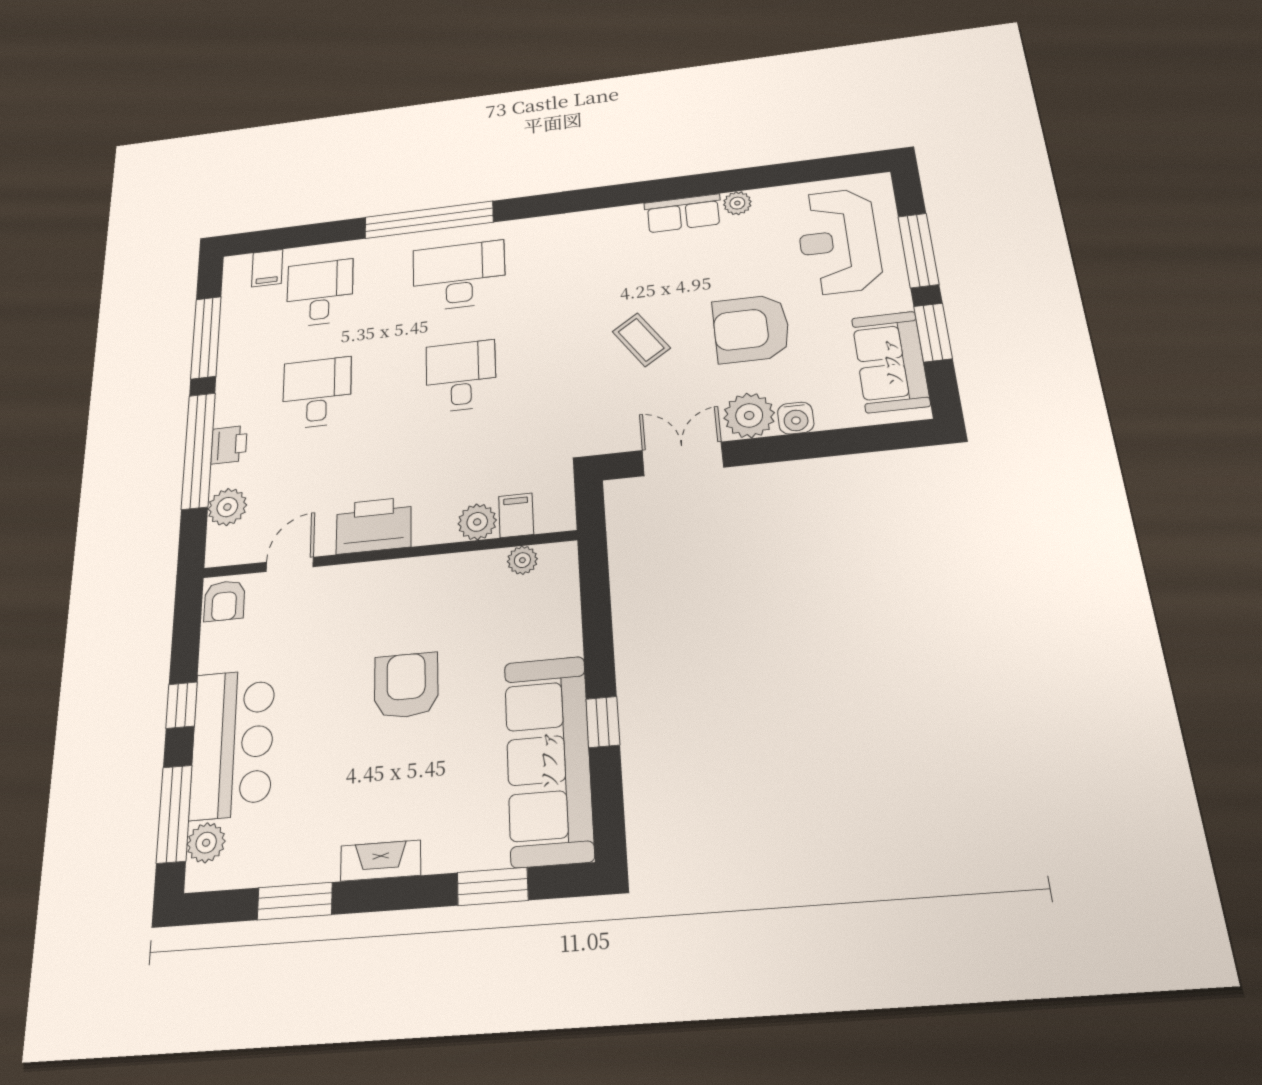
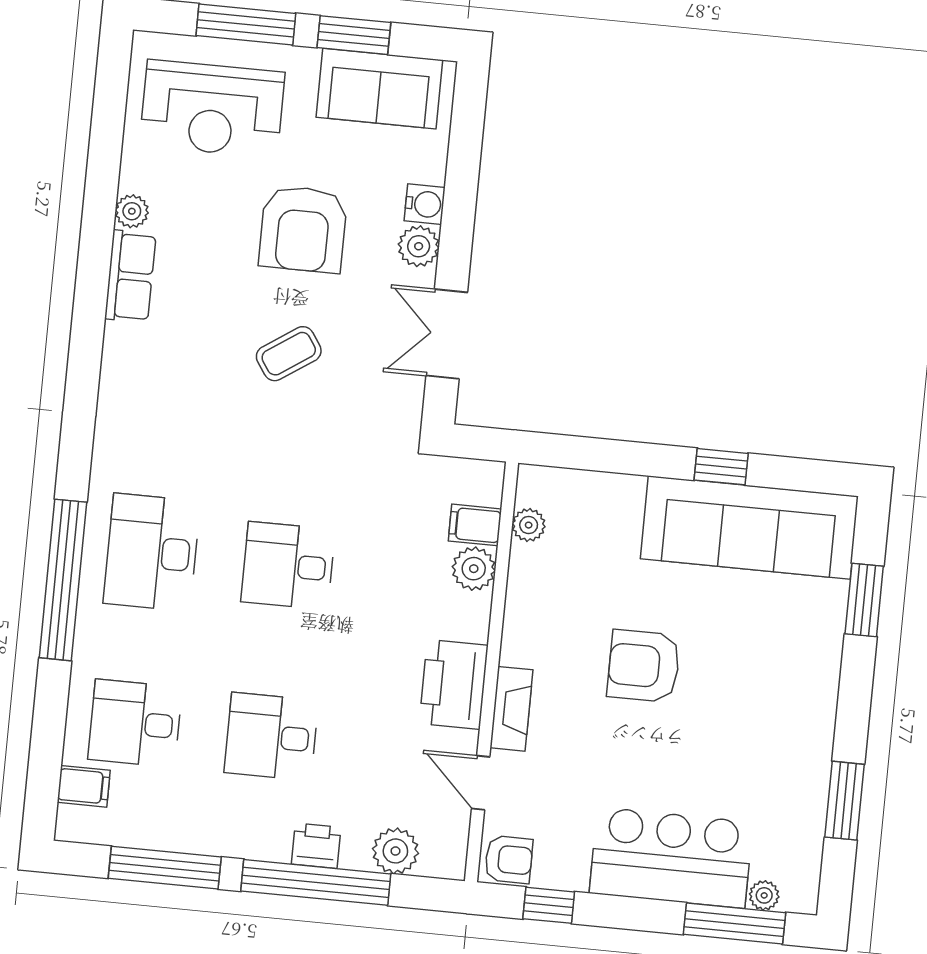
plant: (749, 415) -> (419, 246), width x0.73, depth x0.73
window: (182, 705) -> (549, 905), moved
plant: (206, 843) -> (764, 895), width x0.73, depth x0.73
fireplace: (381, 861) -> (511, 709), moved, turned 180

